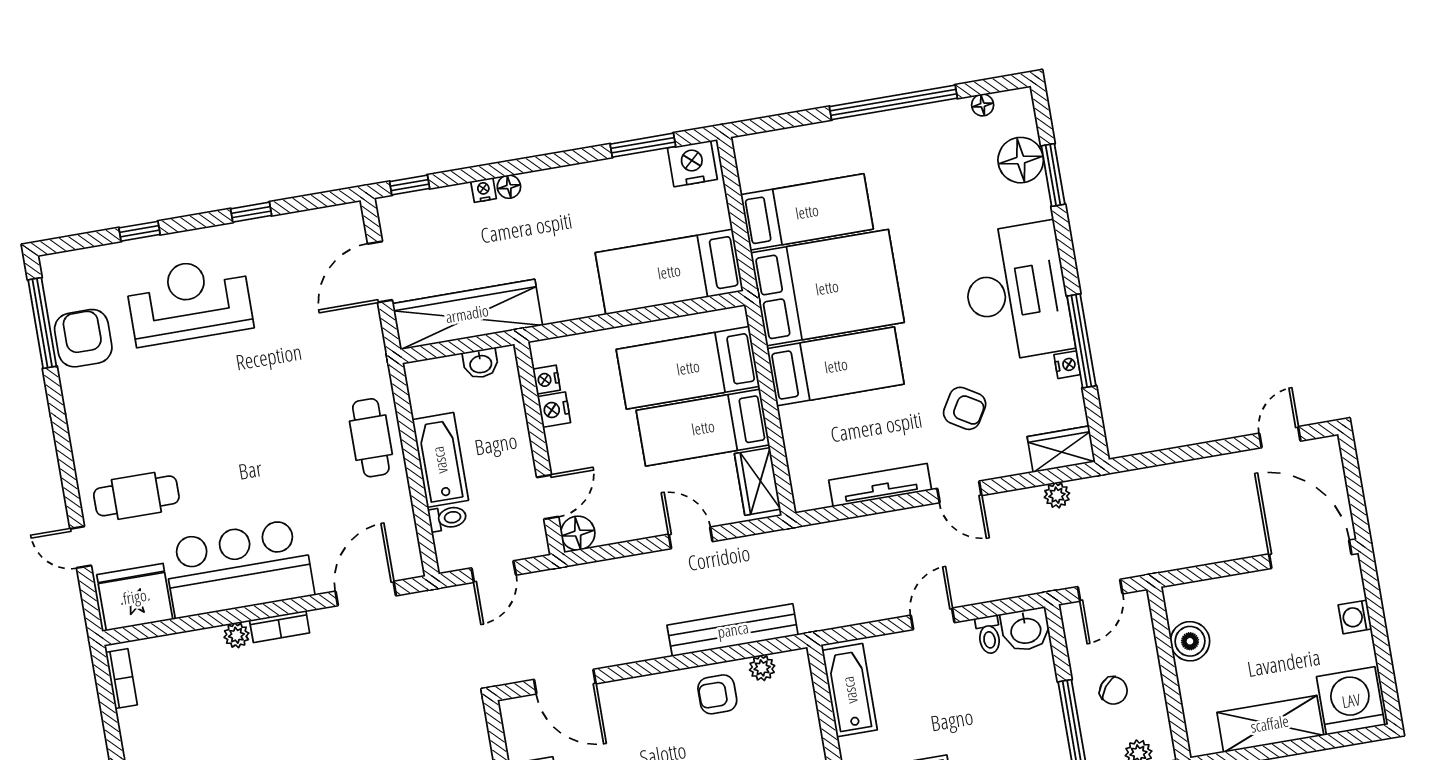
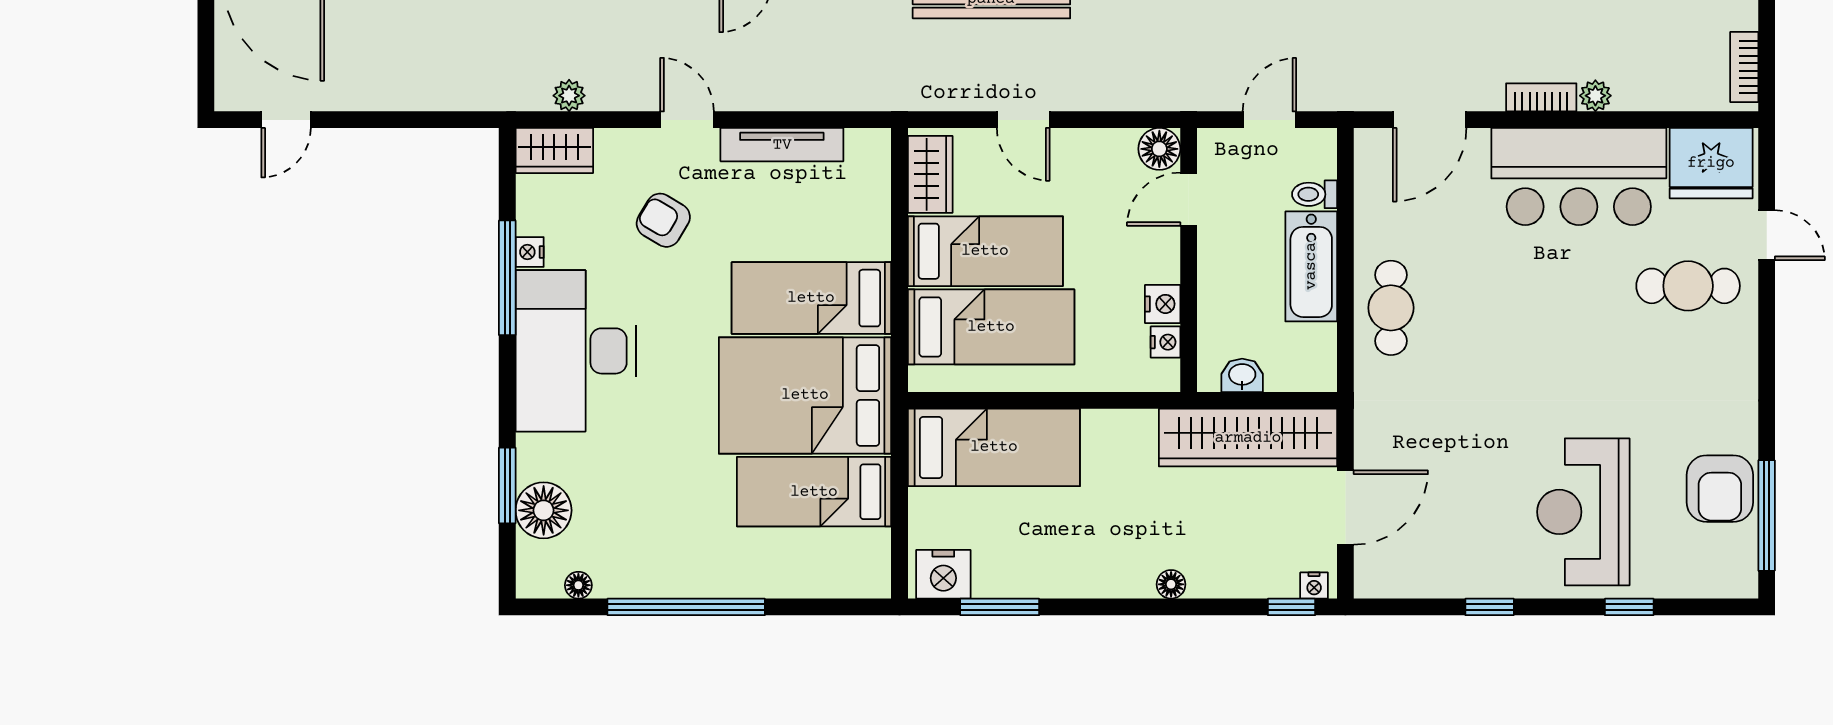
nightstand: (484, 190) -> (1314, 586), moved
reception desk: (189, 301) -> (1583, 512), turned 90

